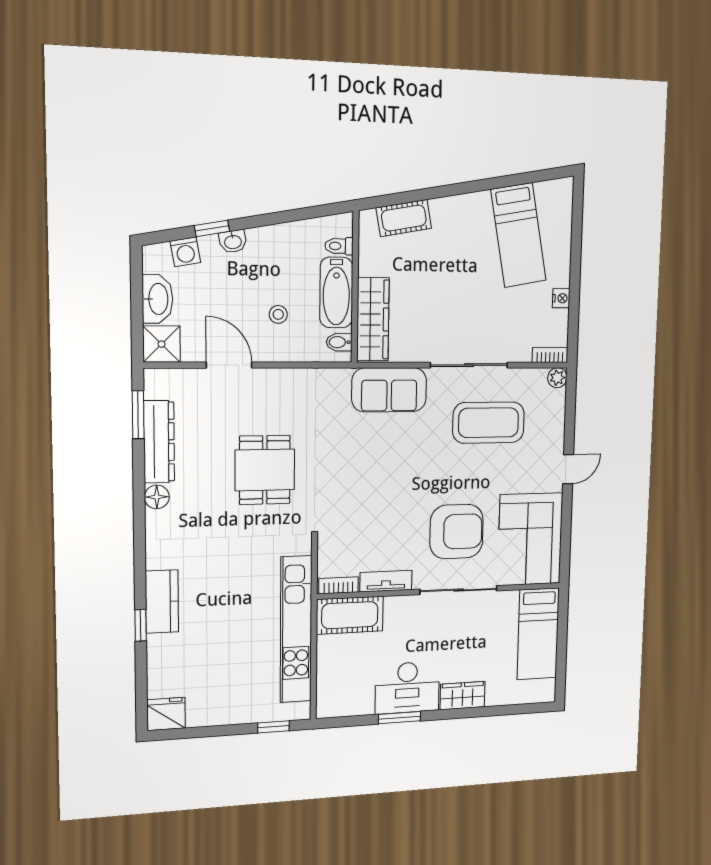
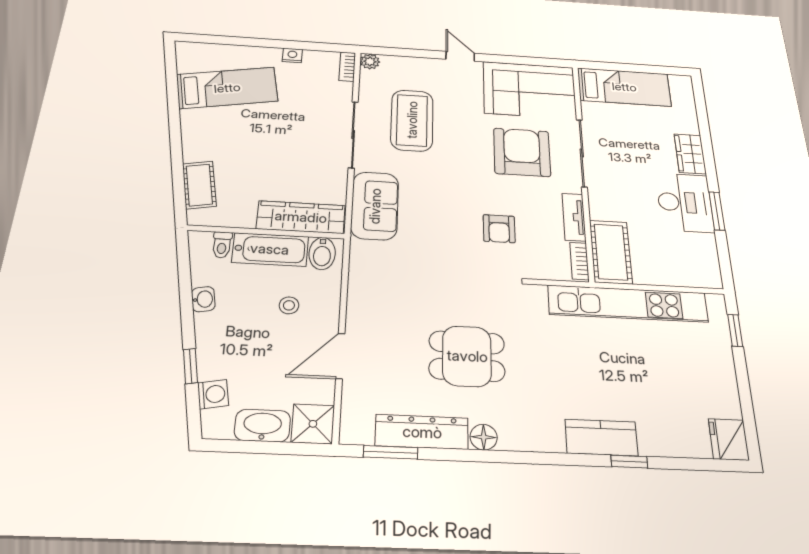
washbasin: (233, 242) -> (203, 299), moved
bidet: (339, 342) -> (322, 253), width x1.38, depth x1.36
dining table: (265, 470) -> (467, 356), moved
armchair: (370, 510) -> (499, 229), added

